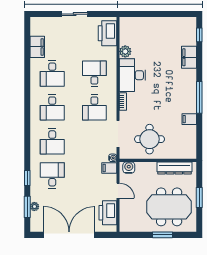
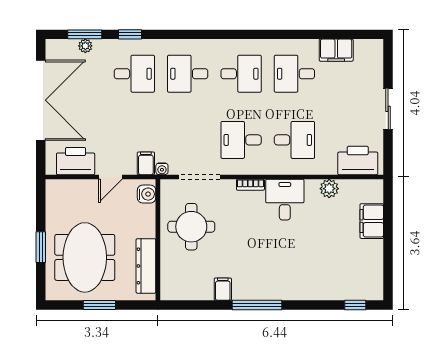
filing cabinet: (189, 57) -> (372, 221), moved, turned -90
desk: (132, 75) -> (285, 200), width x0.73
desk: (52, 107) -> (241, 74), turned 180

